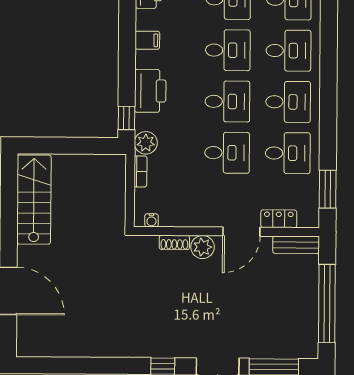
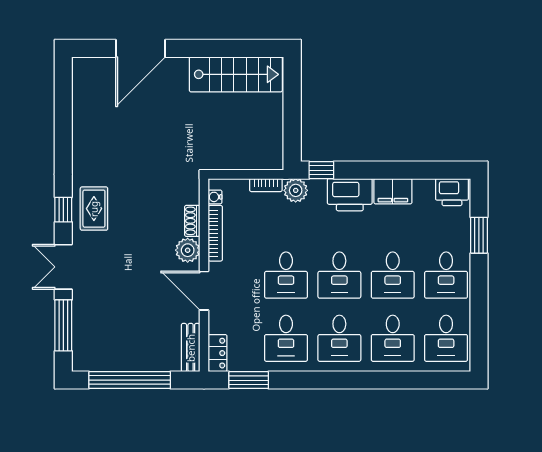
filing cabinet: (147, 40) -> (393, 191), width x2.00
locker: (279, 219) -> (218, 353), moved
bookcase: (186, 220) -> (215, 233), added
rug: (162, 337) -> (94, 209), added

